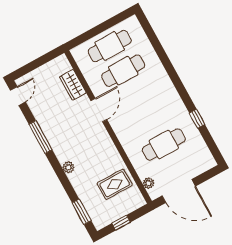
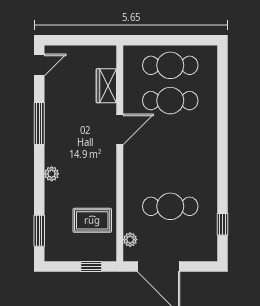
window: (197, 119) -> (223, 224), moved
window: (121, 223) -> (91, 267), moved

